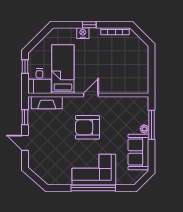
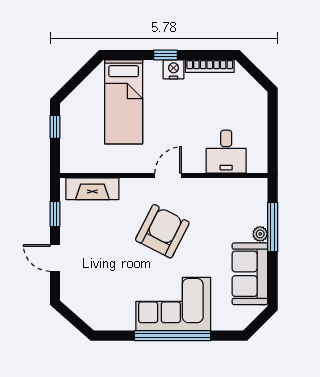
nightstand: (83, 33) -> (174, 69), moved
bed: (63, 69) -> (124, 102), moved, turned 180
desk: (39, 81) -> (226, 152), moved
armchair: (87, 127) -> (162, 231), turned 117

